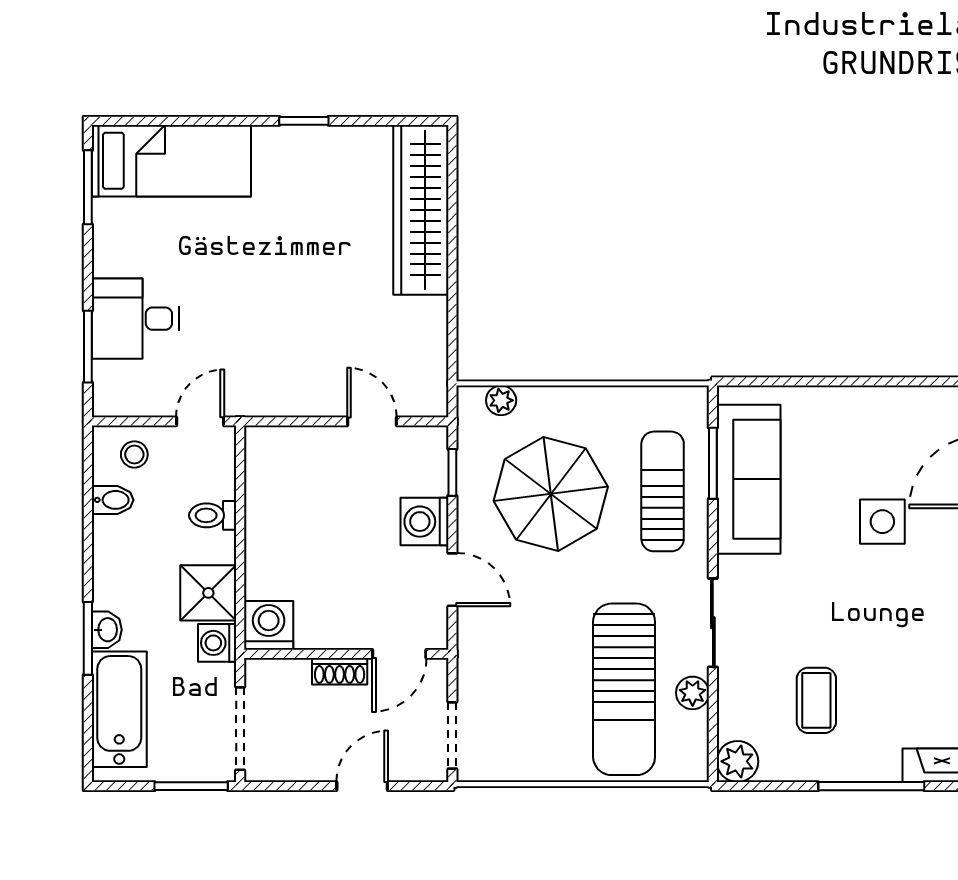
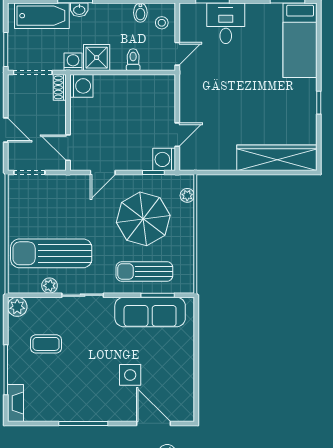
door: (200, 421) -> (177, 54), hinge flipped
sun lounger: (663, 491) -> (144, 271), turned 180
washing machine: (425, 522) -> (164, 159), moved, turned -90
shoe rack: (340, 671) -> (60, 87), moved

